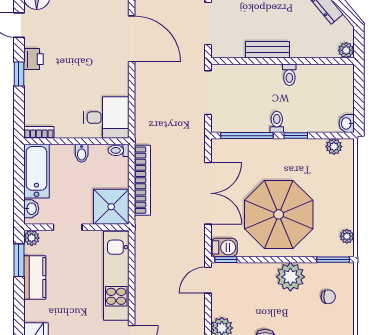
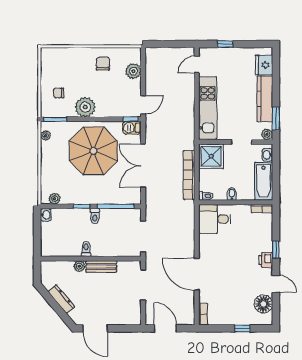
plant: (346, 50) -> (79, 266), moved
kitchen counter: (35, 278) -> (265, 99), width x1.50

